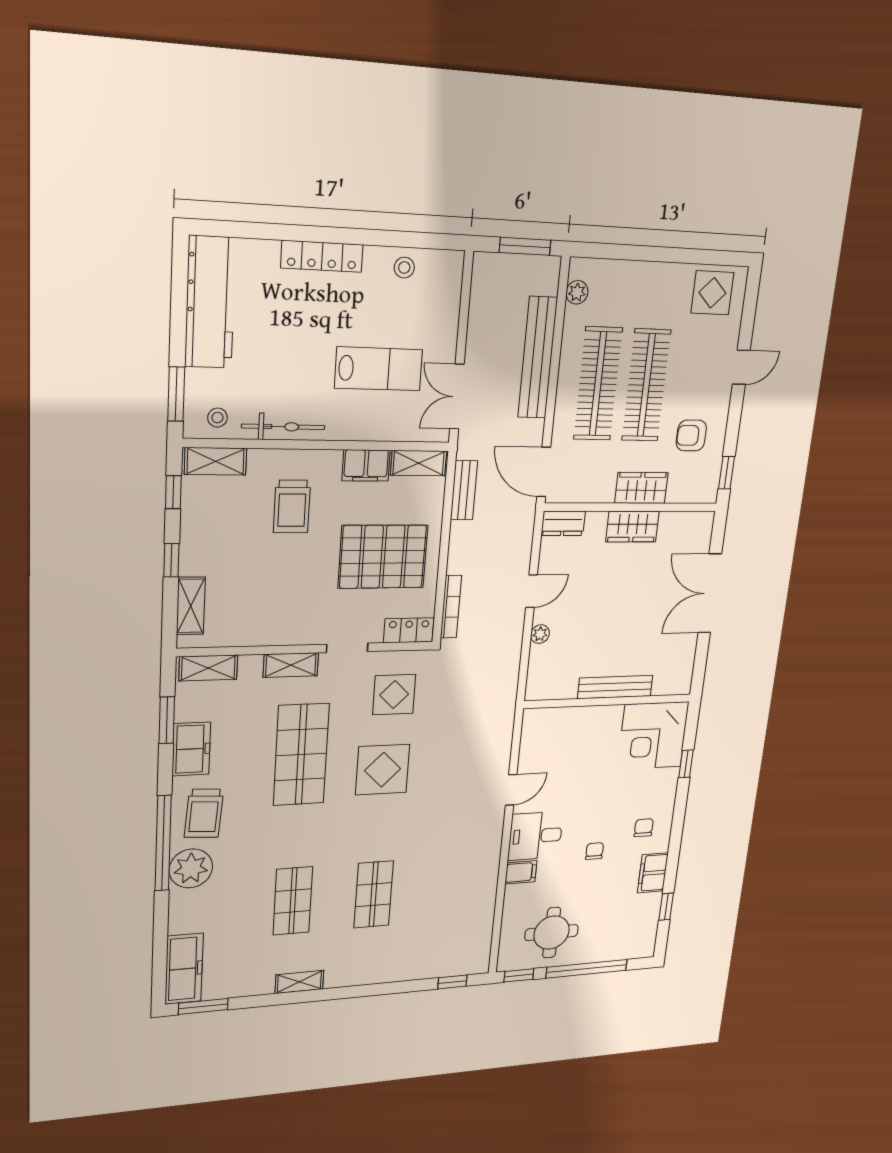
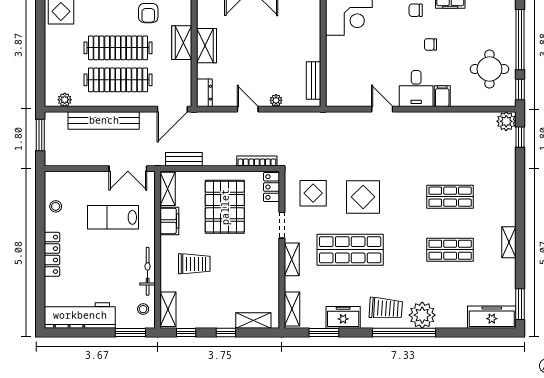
lab bench: (379, 369) -> (113, 217), turned -90
bench: (615, 687) -> (313, 81), moved, width x0.73
plant: (477, 961) -> (506, 121), added

